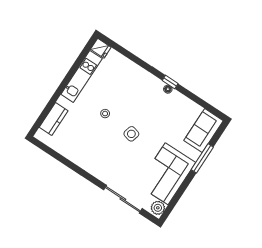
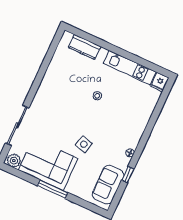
window: (170, 82) -> (128, 175), moved
sofa: (203, 131) -> (108, 185), moved, turned -90
side table: (131, 134) -> (84, 144), moved
window: (202, 158) -> (53, 189), moved

